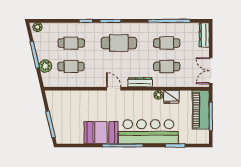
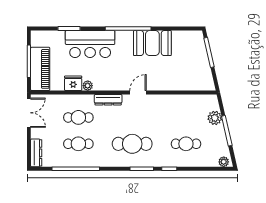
cafe table: (71, 67) -> (186, 117), removed
door: (114, 89) -> (138, 93), swing flipped
bar counter: (148, 132) -> (90, 44), width x0.73

